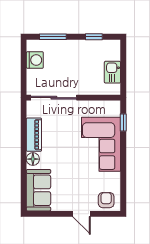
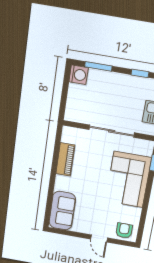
washing machine: (35, 60) -> (79, 75), moved
sliding door: (54, 98) -> (112, 131), moved
floor lamp: (33, 159) -> (61, 182), removed

